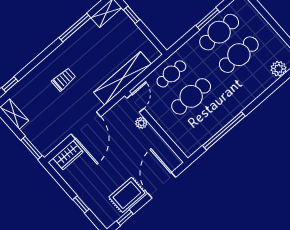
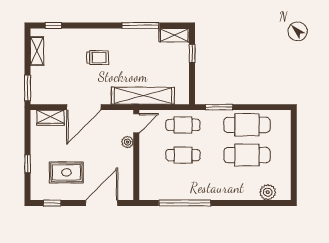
window: (208, 19) -> (219, 107), moved
cafe table: (191, 96) -> (183, 155), width x0.73, depth x0.74
rug: (127, 195) -> (66, 172), moved

